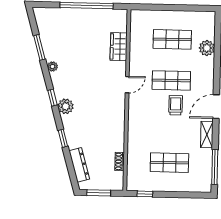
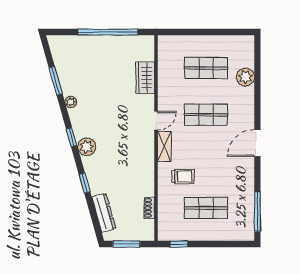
trolley: (176, 105) -> (183, 176), moved, turned 90
shelving: (207, 134) -> (164, 146), moved

